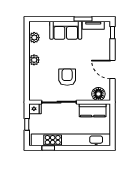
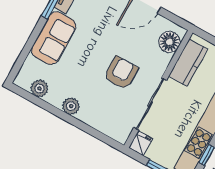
armchair: (67, 77) -> (121, 73), turned 90

